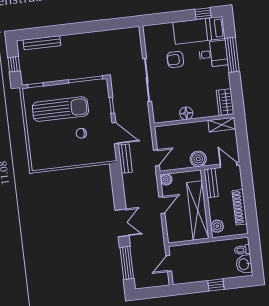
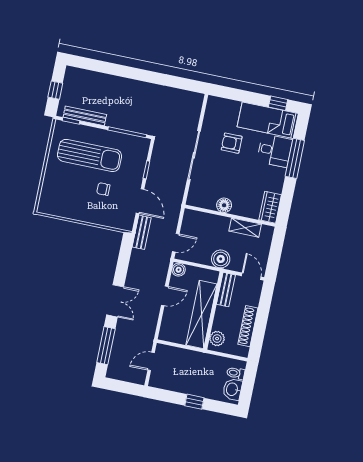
bench: (42, 43) -> (85, 116), moved
shelving: (222, 125) -> (245, 228), moved

